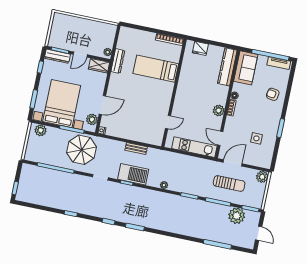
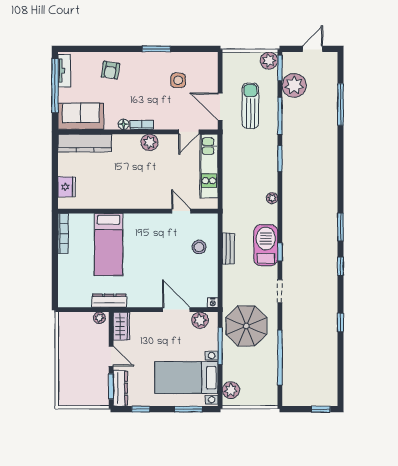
bed with nightstands: (62, 104) -> (186, 378), width x0.73
stool: (141, 129) -> (199, 247), added
plant: (262, 177) -> (269, 61), moved

